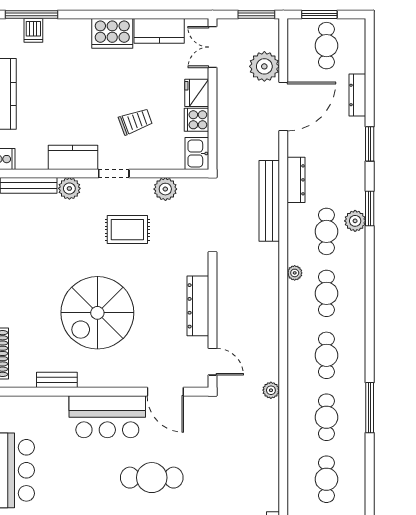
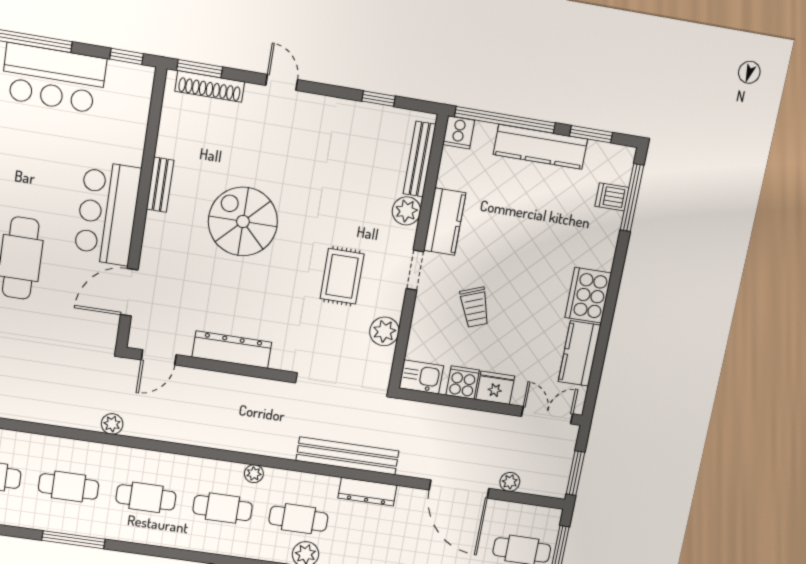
plant: (264, 66) -> (510, 482), width x0.53, depth x0.53
spiral stairs: (97, 313) -> (243, 222), width x0.73, depth x0.73
bench: (57, 380) -> (160, 185), moved

